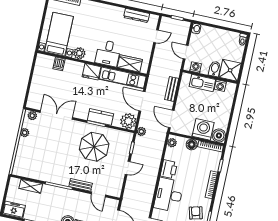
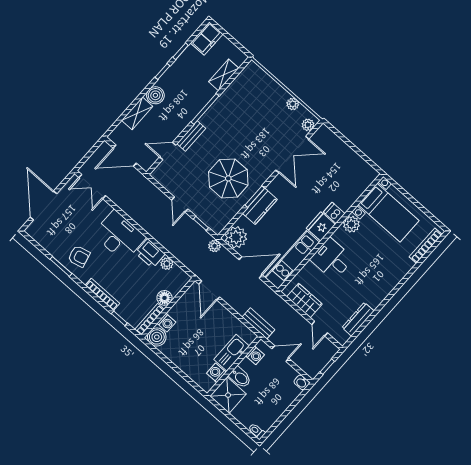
wardrobe: (130, 63) -> (304, 300), moved, turned -90
dishwasher: (59, 64) -> (334, 213), moved
bench: (172, 89) -> (258, 323), moved
door: (171, 119) -> (209, 290), swing flipped
washing machine: (203, 129) -> (166, 323), width x0.53, depth x0.53
plant: (172, 143) -> (167, 264), moved

